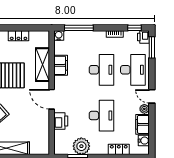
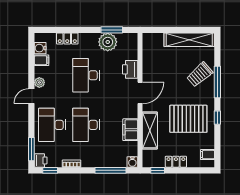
window: (35, 28) -> (158, 170), added
door: (152, 96) -> (31, 96), swing flipped
door: (52, 99) -> (140, 93), hinge flipped
filing cabinet: (142, 124) -> (42, 60), width x0.50

